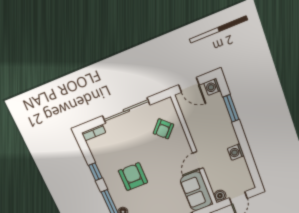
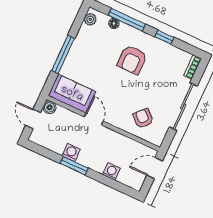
washing machine: (212, 87) -> (111, 172), moved
window: (231, 108) -> (74, 166), moved
armchair: (133, 177) -> (132, 60), turned 90

